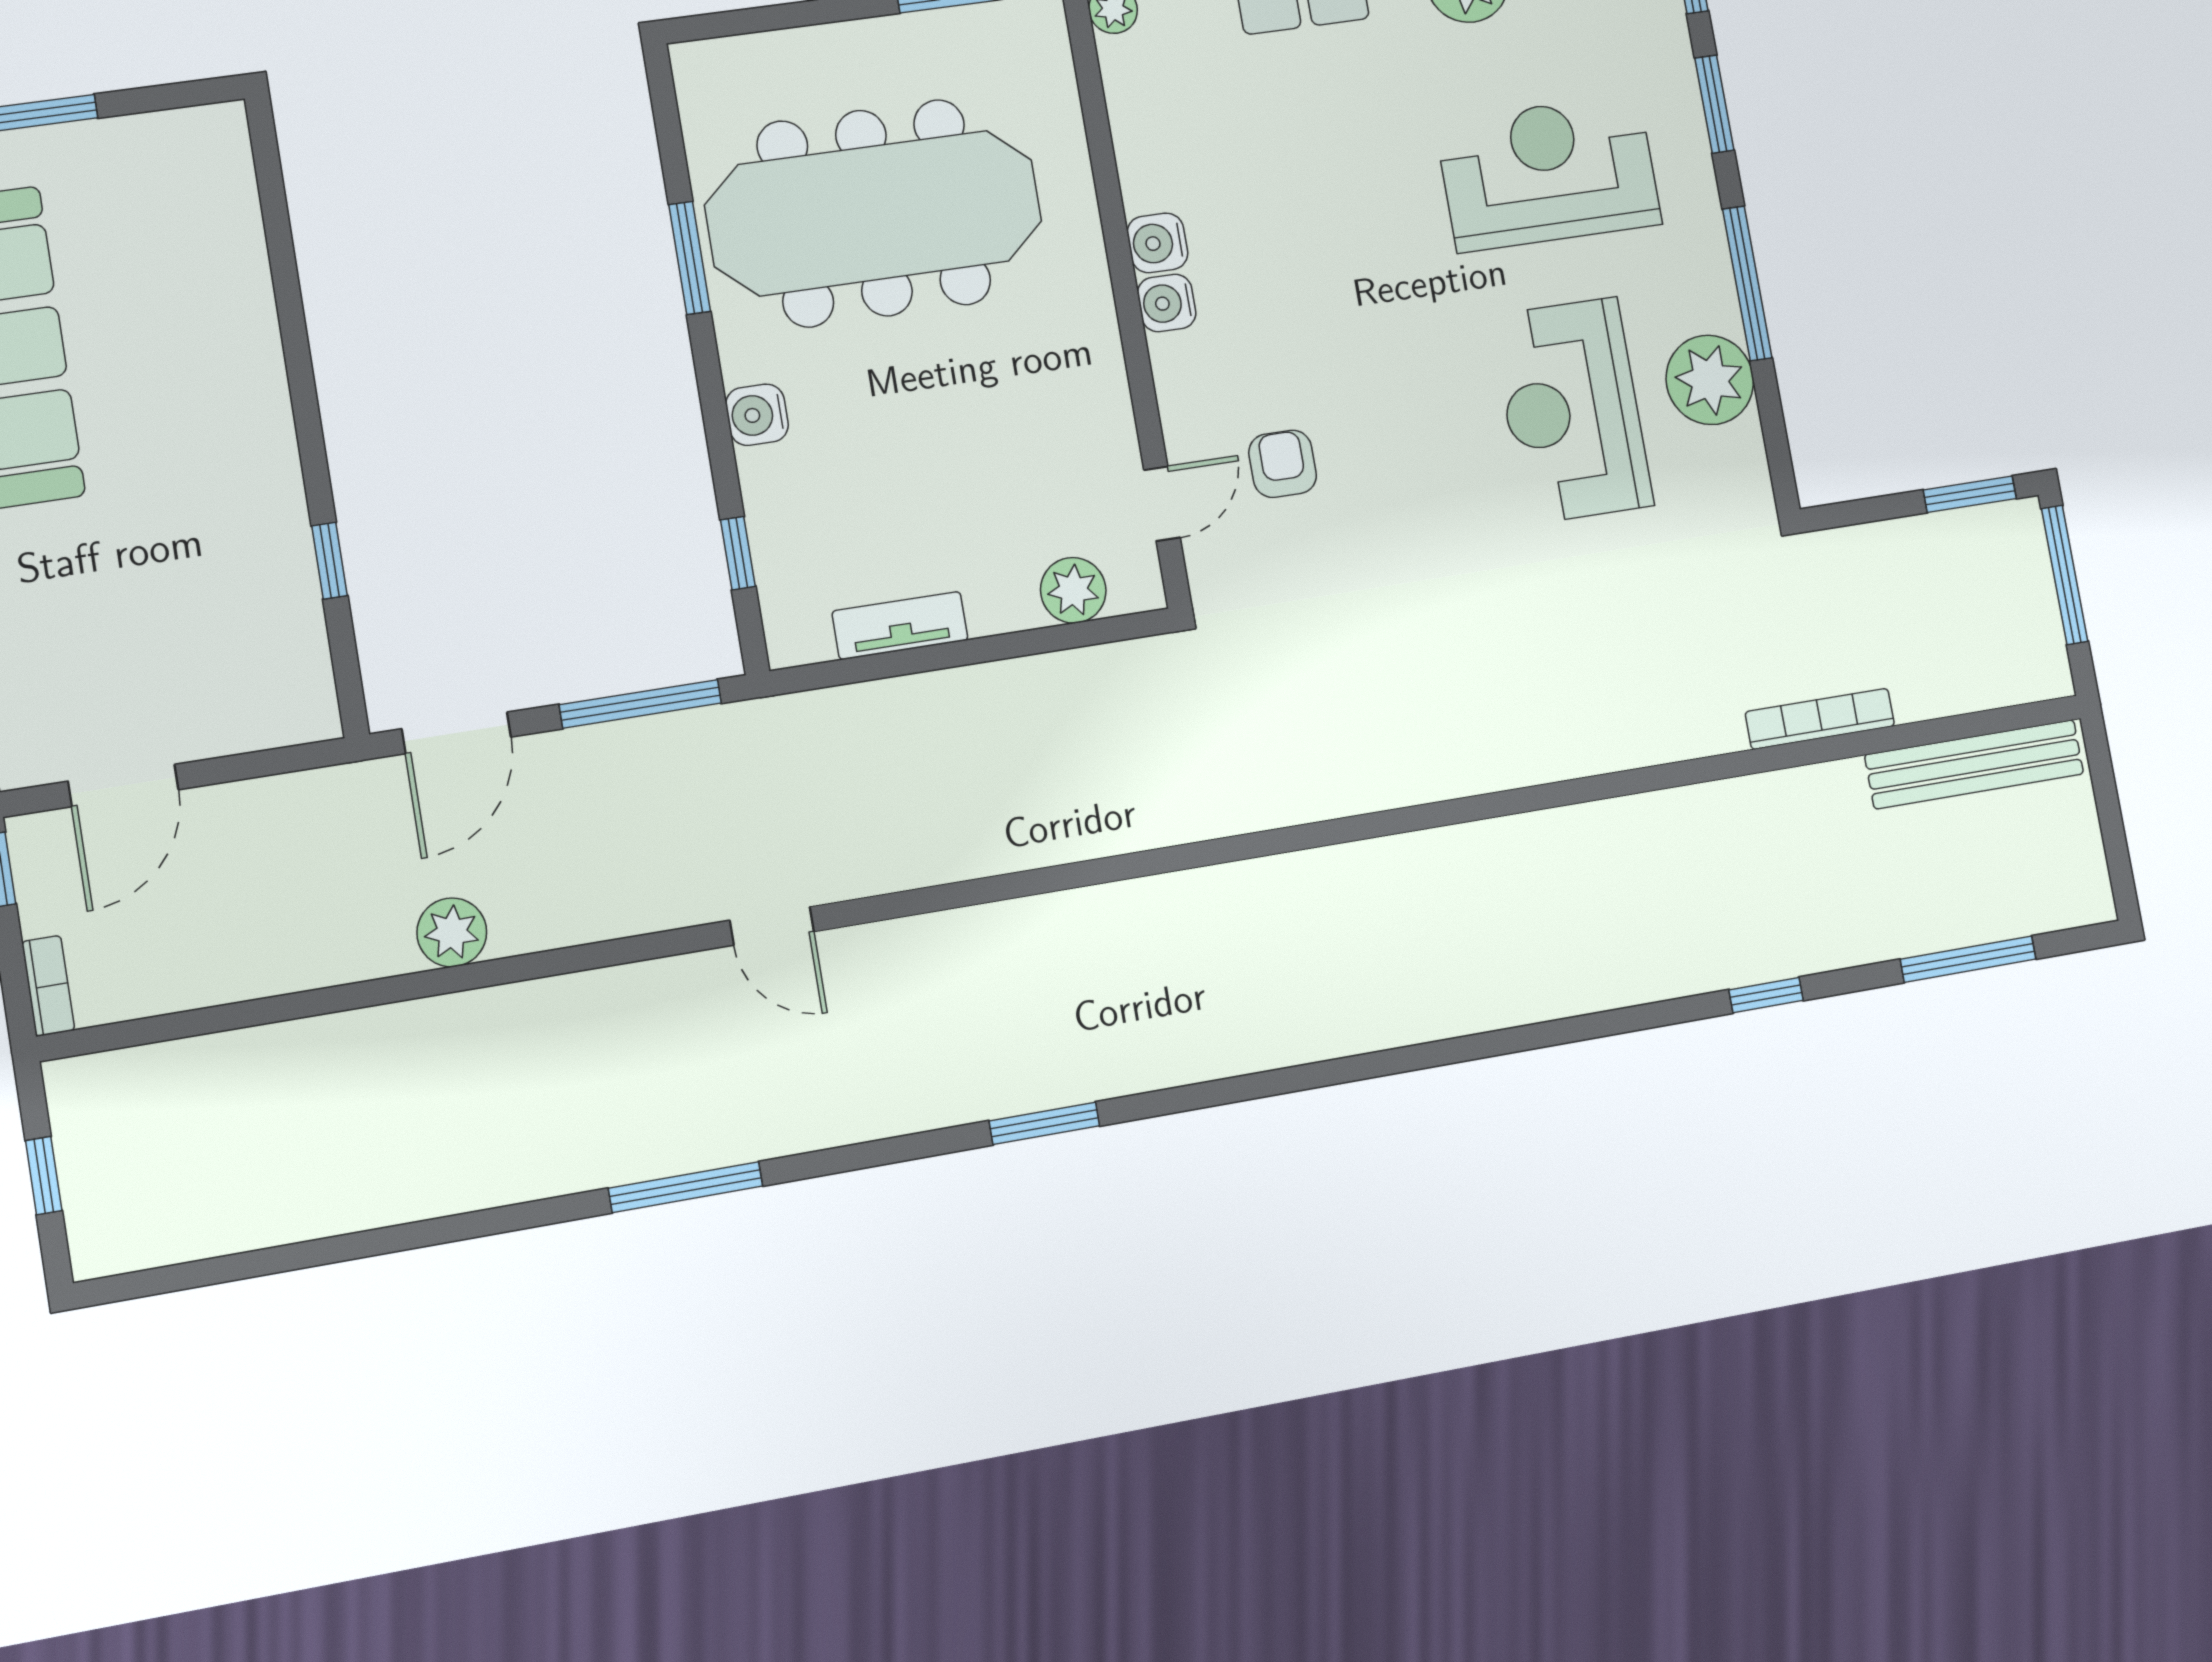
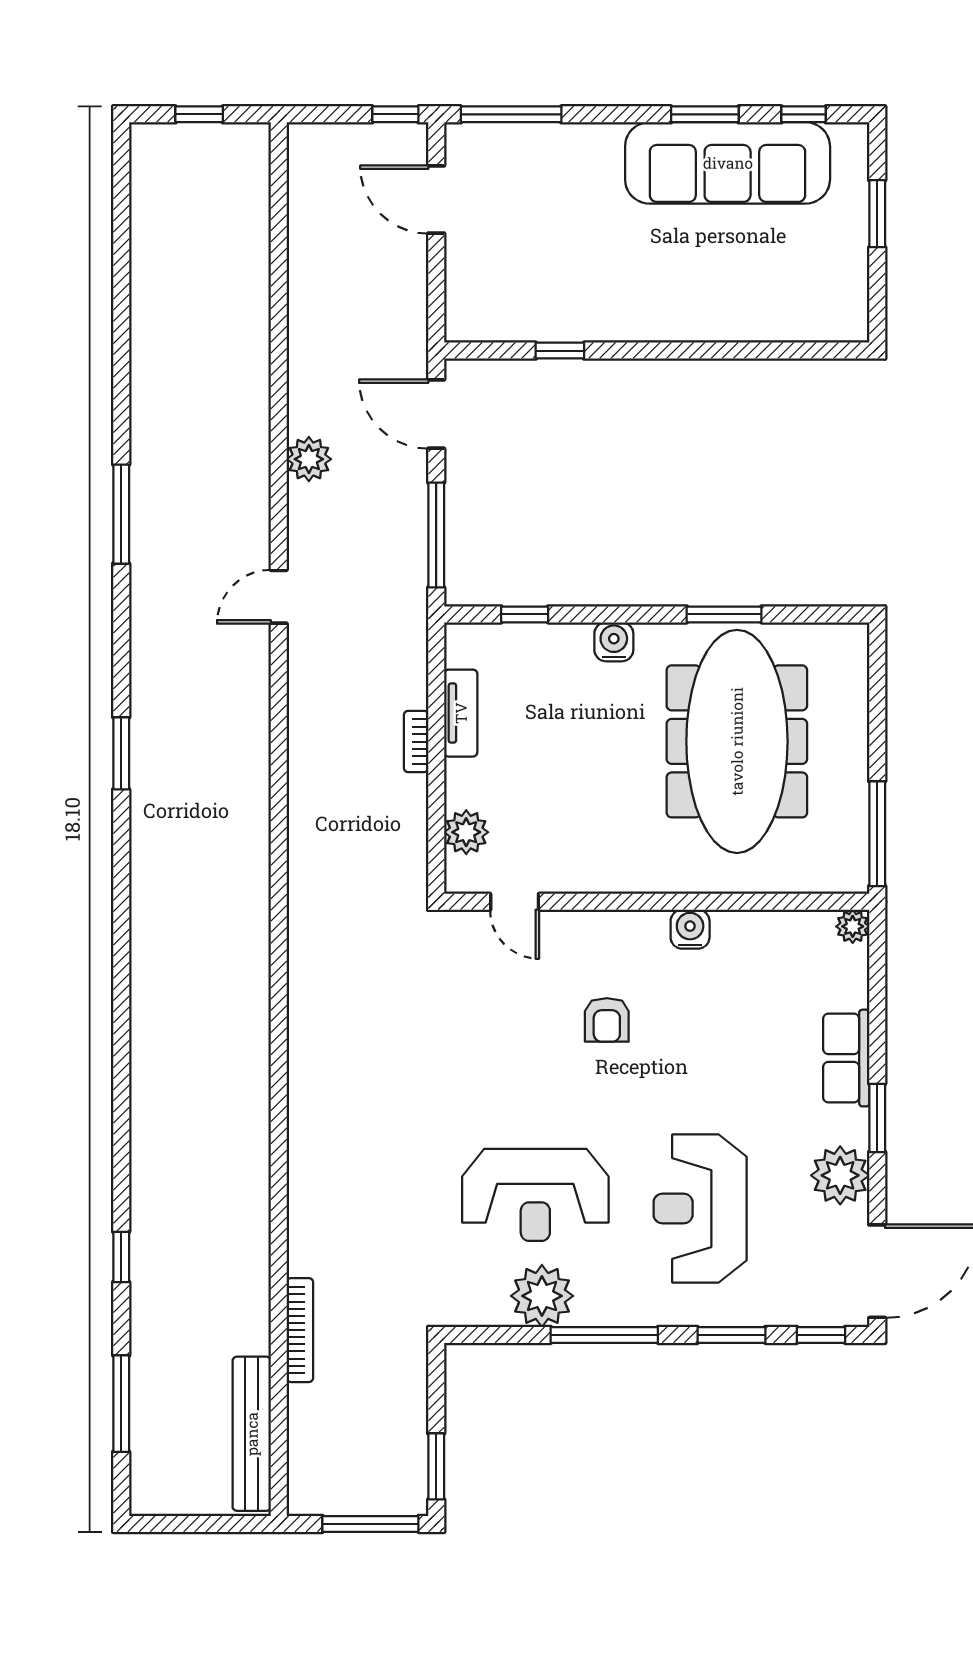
reception desk: (1548, 173) -> (700, 1209), turned 180
water cooler: (1167, 303) -> (649, 928), removed
reception desk: (1572, 411) -> (535, 1195), turned 180
armchair: (1283, 464) -> (607, 1020), moved, turned 90
plant: (452, 932) -> (309, 459), moved
bookcase: (48, 986) -> (416, 742), moved, turned 90

